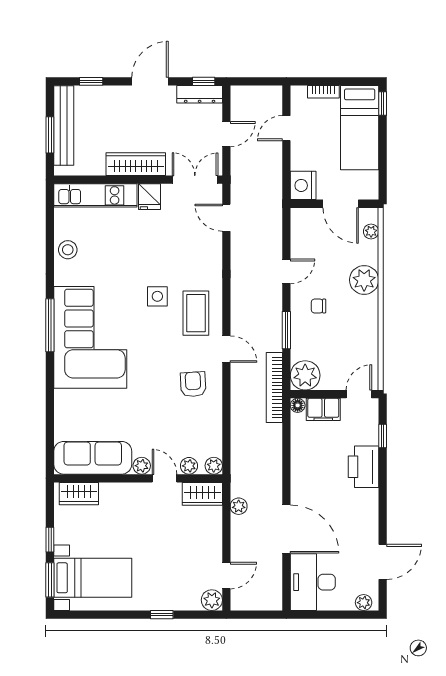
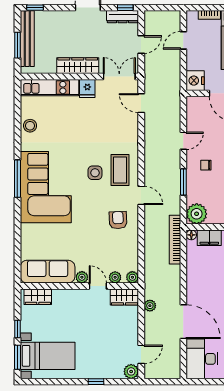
window: (91, 81) -> (35, 8), moved
side table: (157, 296) -> (95, 173), moved
bookcase: (274, 388) -> (175, 240), moved

